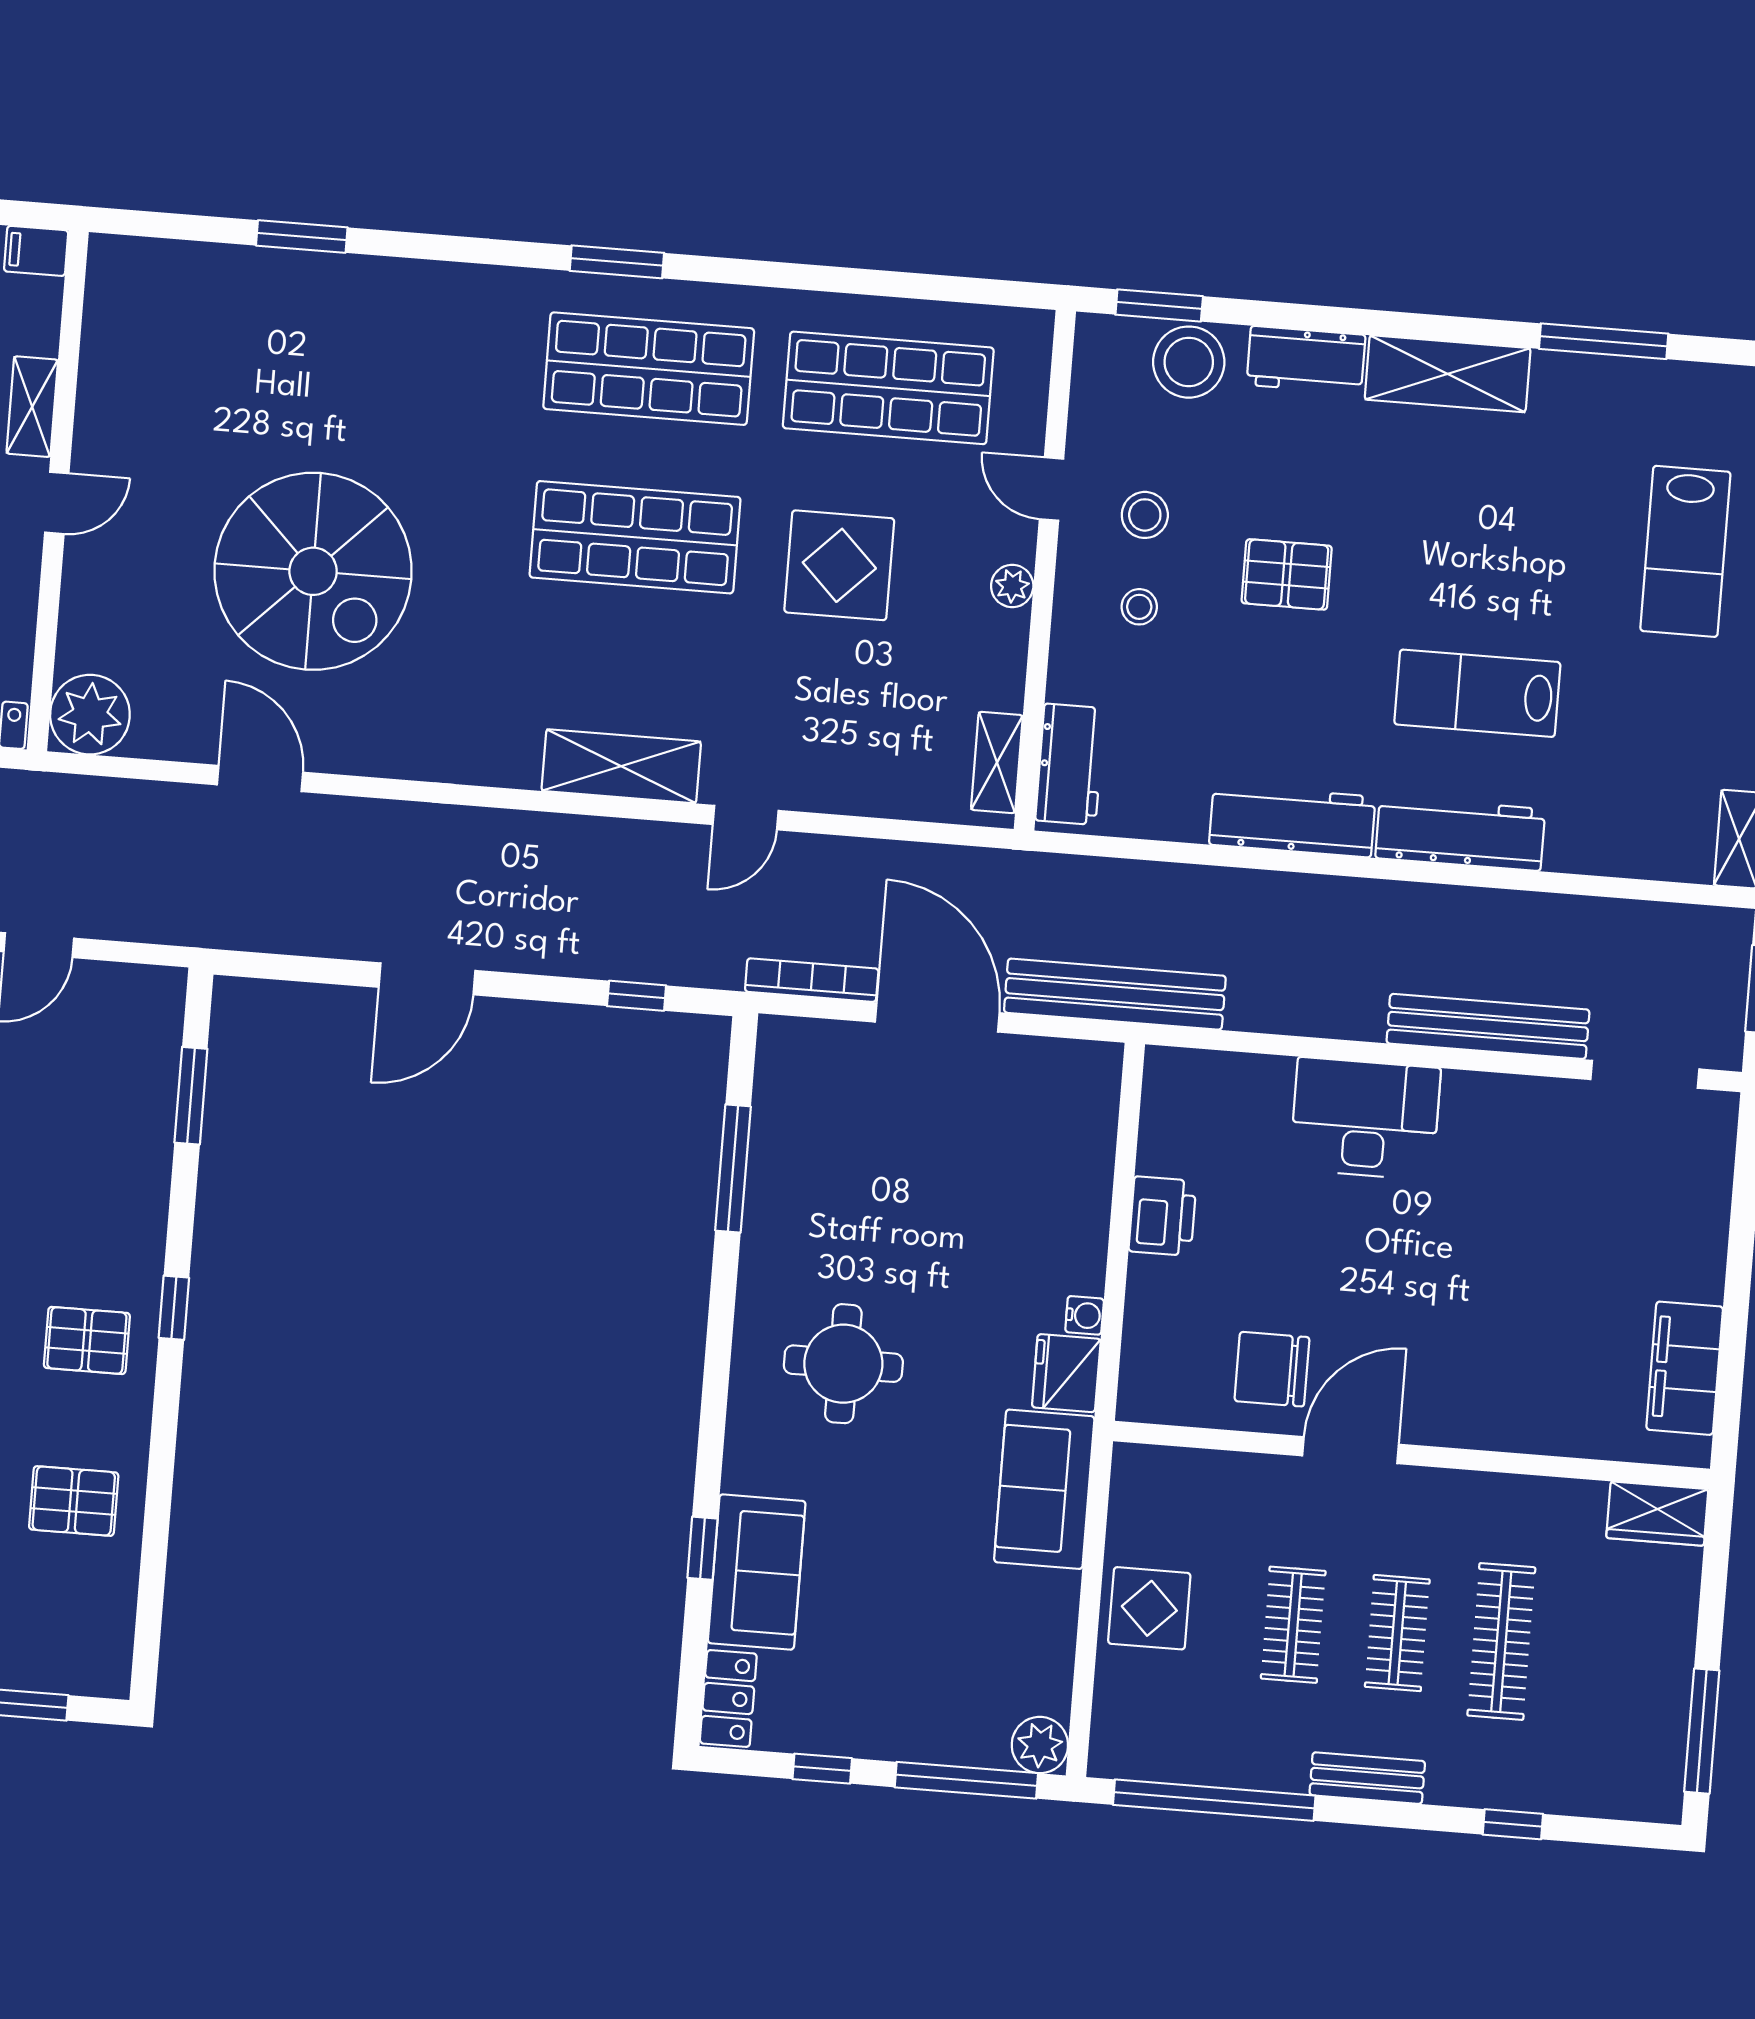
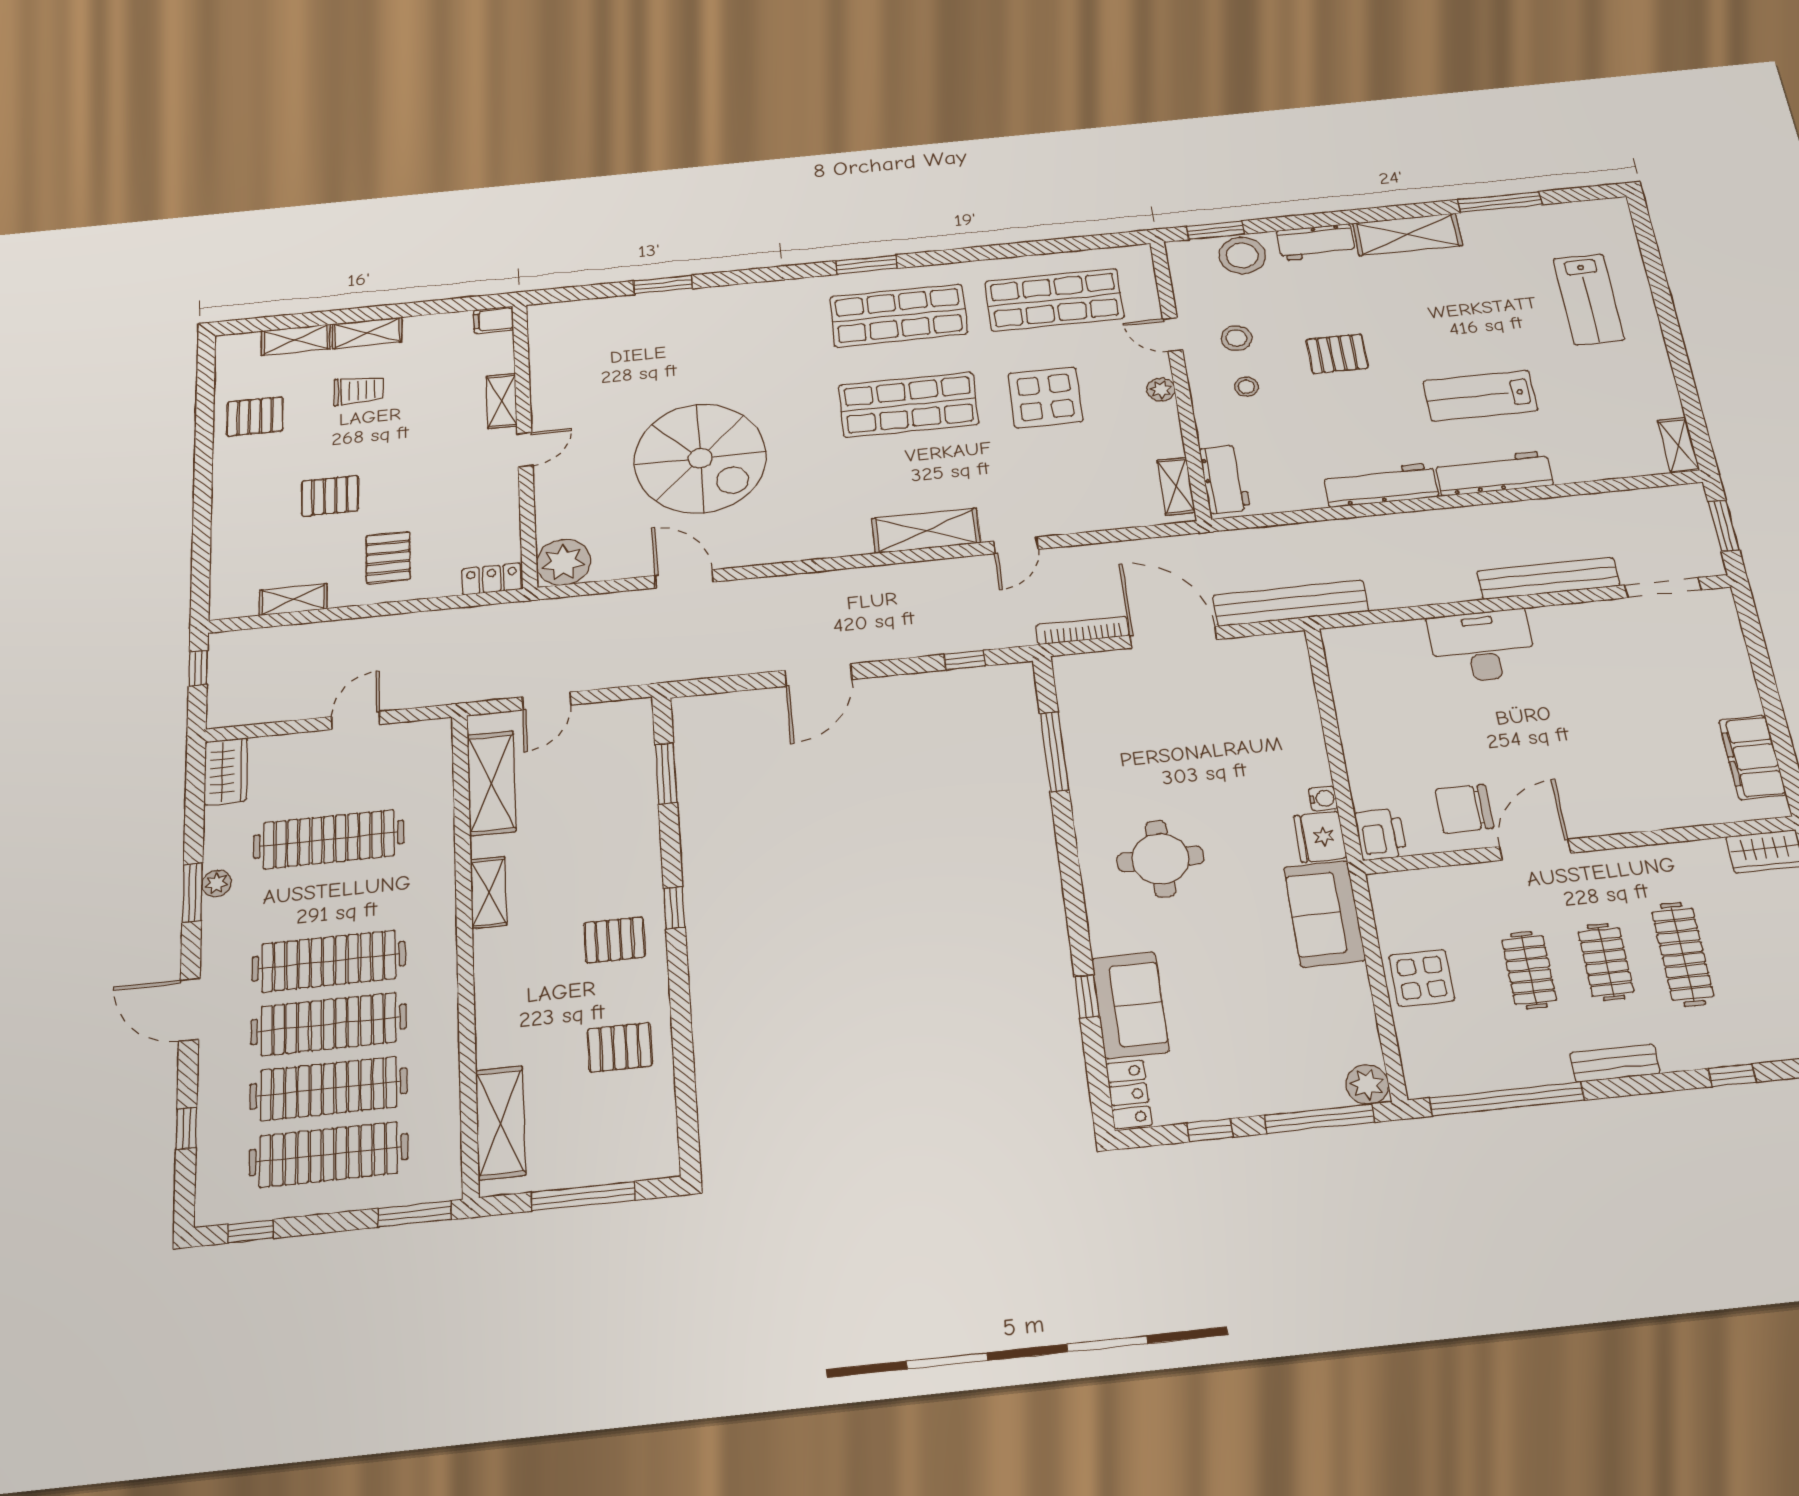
printer: (1162, 1216) -> (1381, 834), moved

